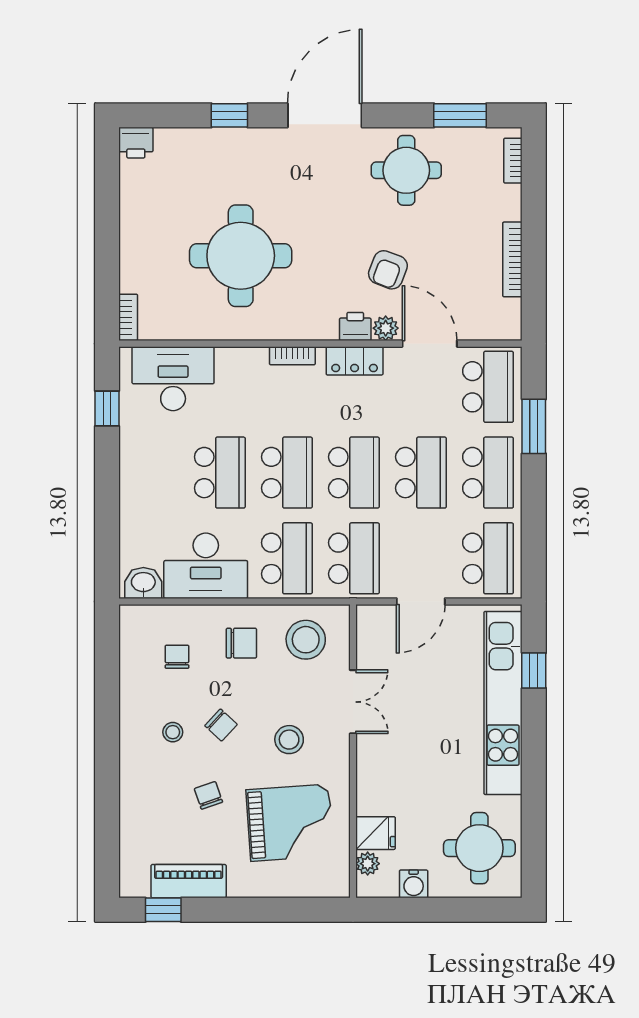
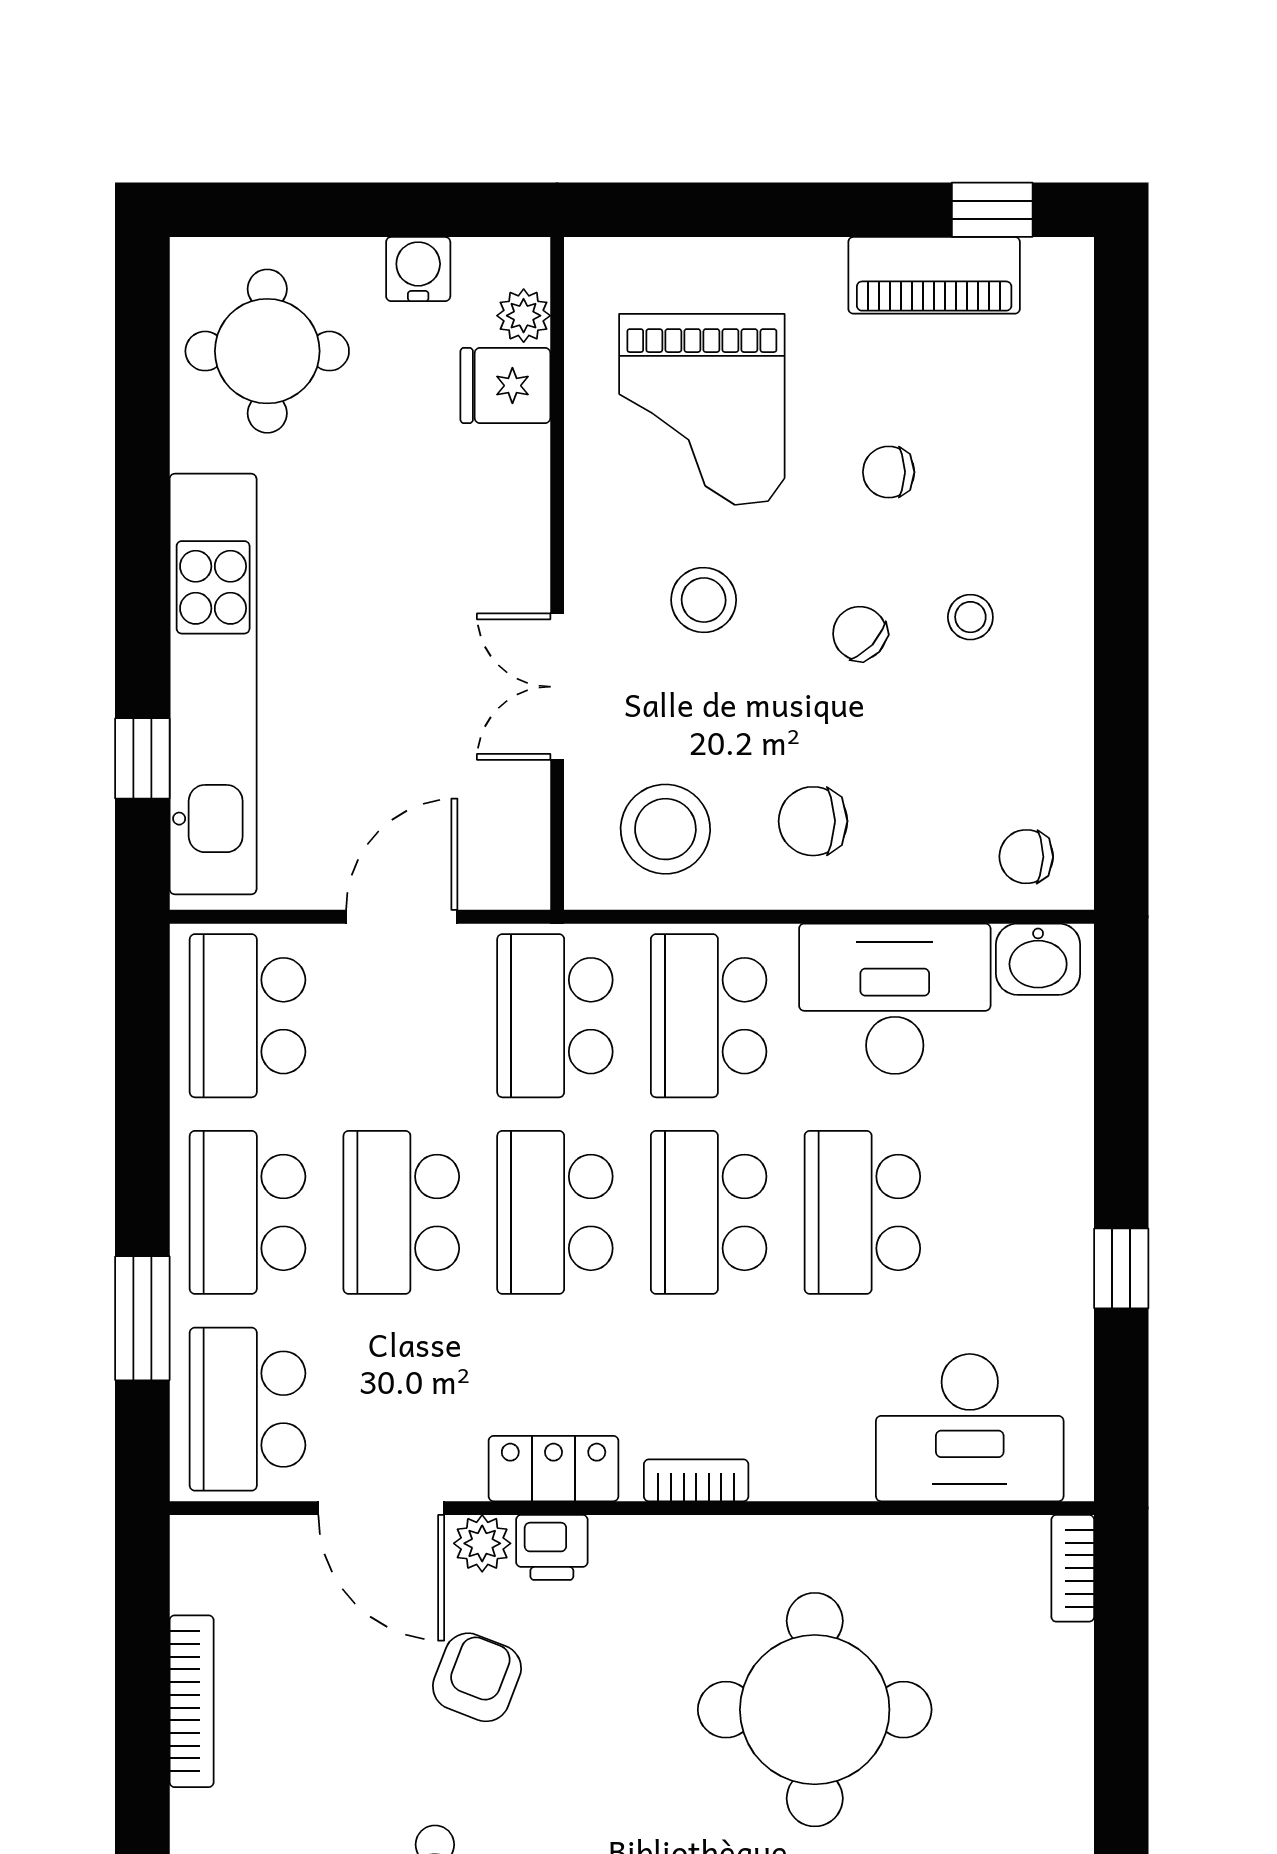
window: (107, 409) -> (1121, 1268), moved
chair: (177, 657) -> (1026, 857), moved, turned 91
chair: (208, 795) -> (889, 472), turned 109
grand piano: (290, 823) -> (702, 409), turned -86

